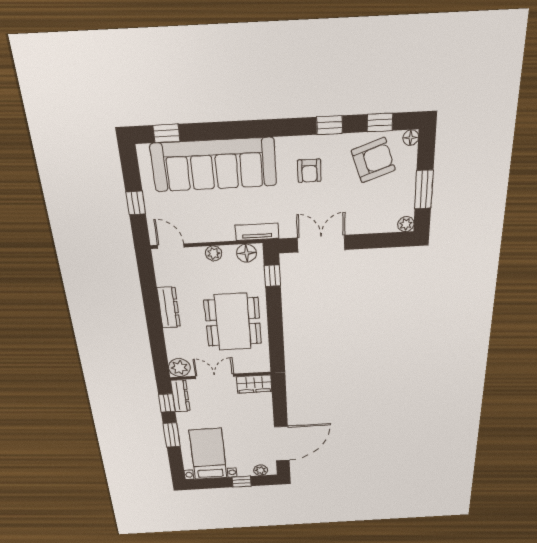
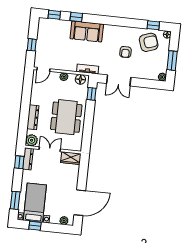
window: (329, 125) -> (76, 17), moved
sofa: (214, 165) -> (87, 31), width x0.54, depth x0.79
armchair: (309, 171) -> (125, 52), moved
double door: (321, 244) -> (119, 80), swing flipped
door: (171, 246) -> (43, 69), swing flipped
dresser: (169, 307) -> (33, 117), moved
window: (172, 435) -> (15, 200), moved
window: (242, 482) -> (35, 226), moved

